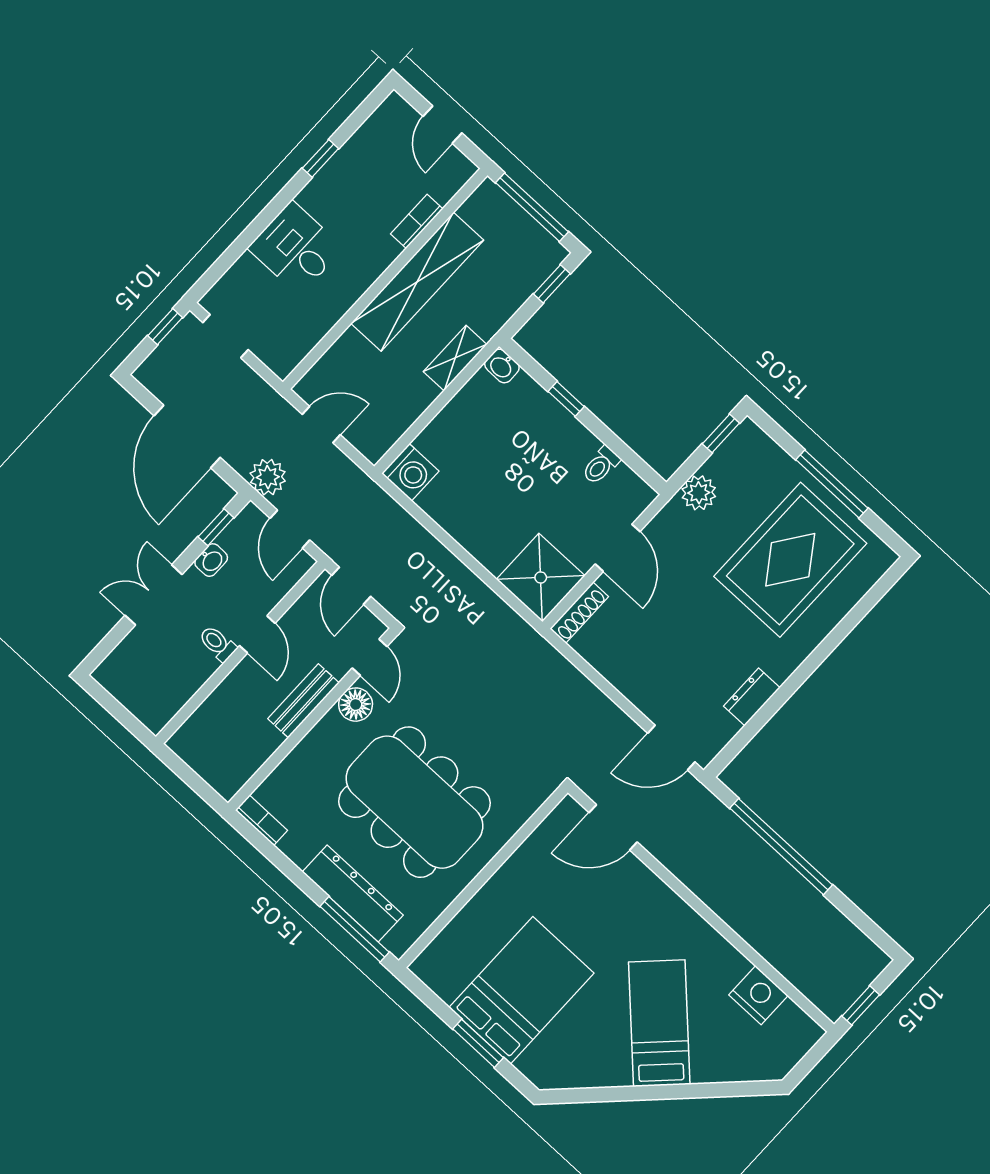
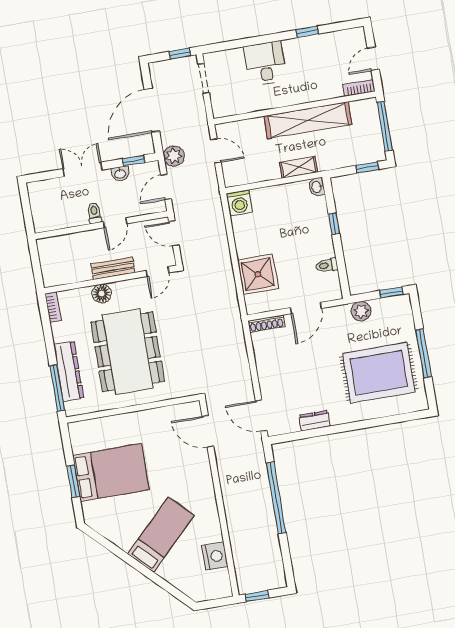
bookcase: (417, 221) -> (359, 88), moved
shower: (541, 578) -> (258, 274), moved
door: (351, 586) -> (174, 233), hinge flipped
floor lamp: (356, 705) -> (102, 294), moved

